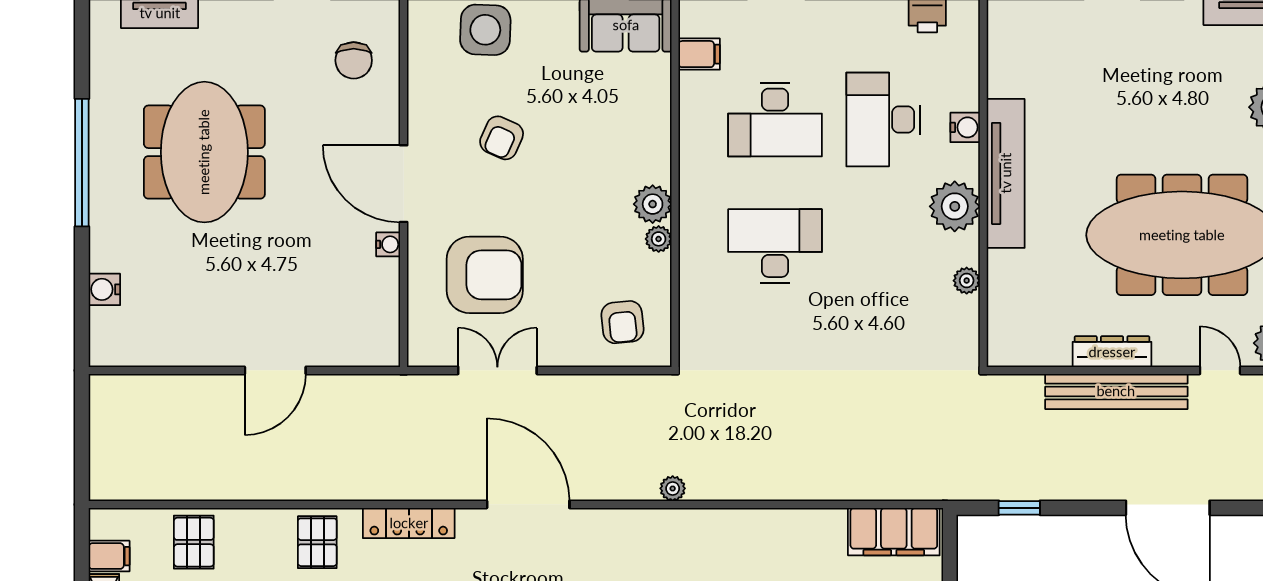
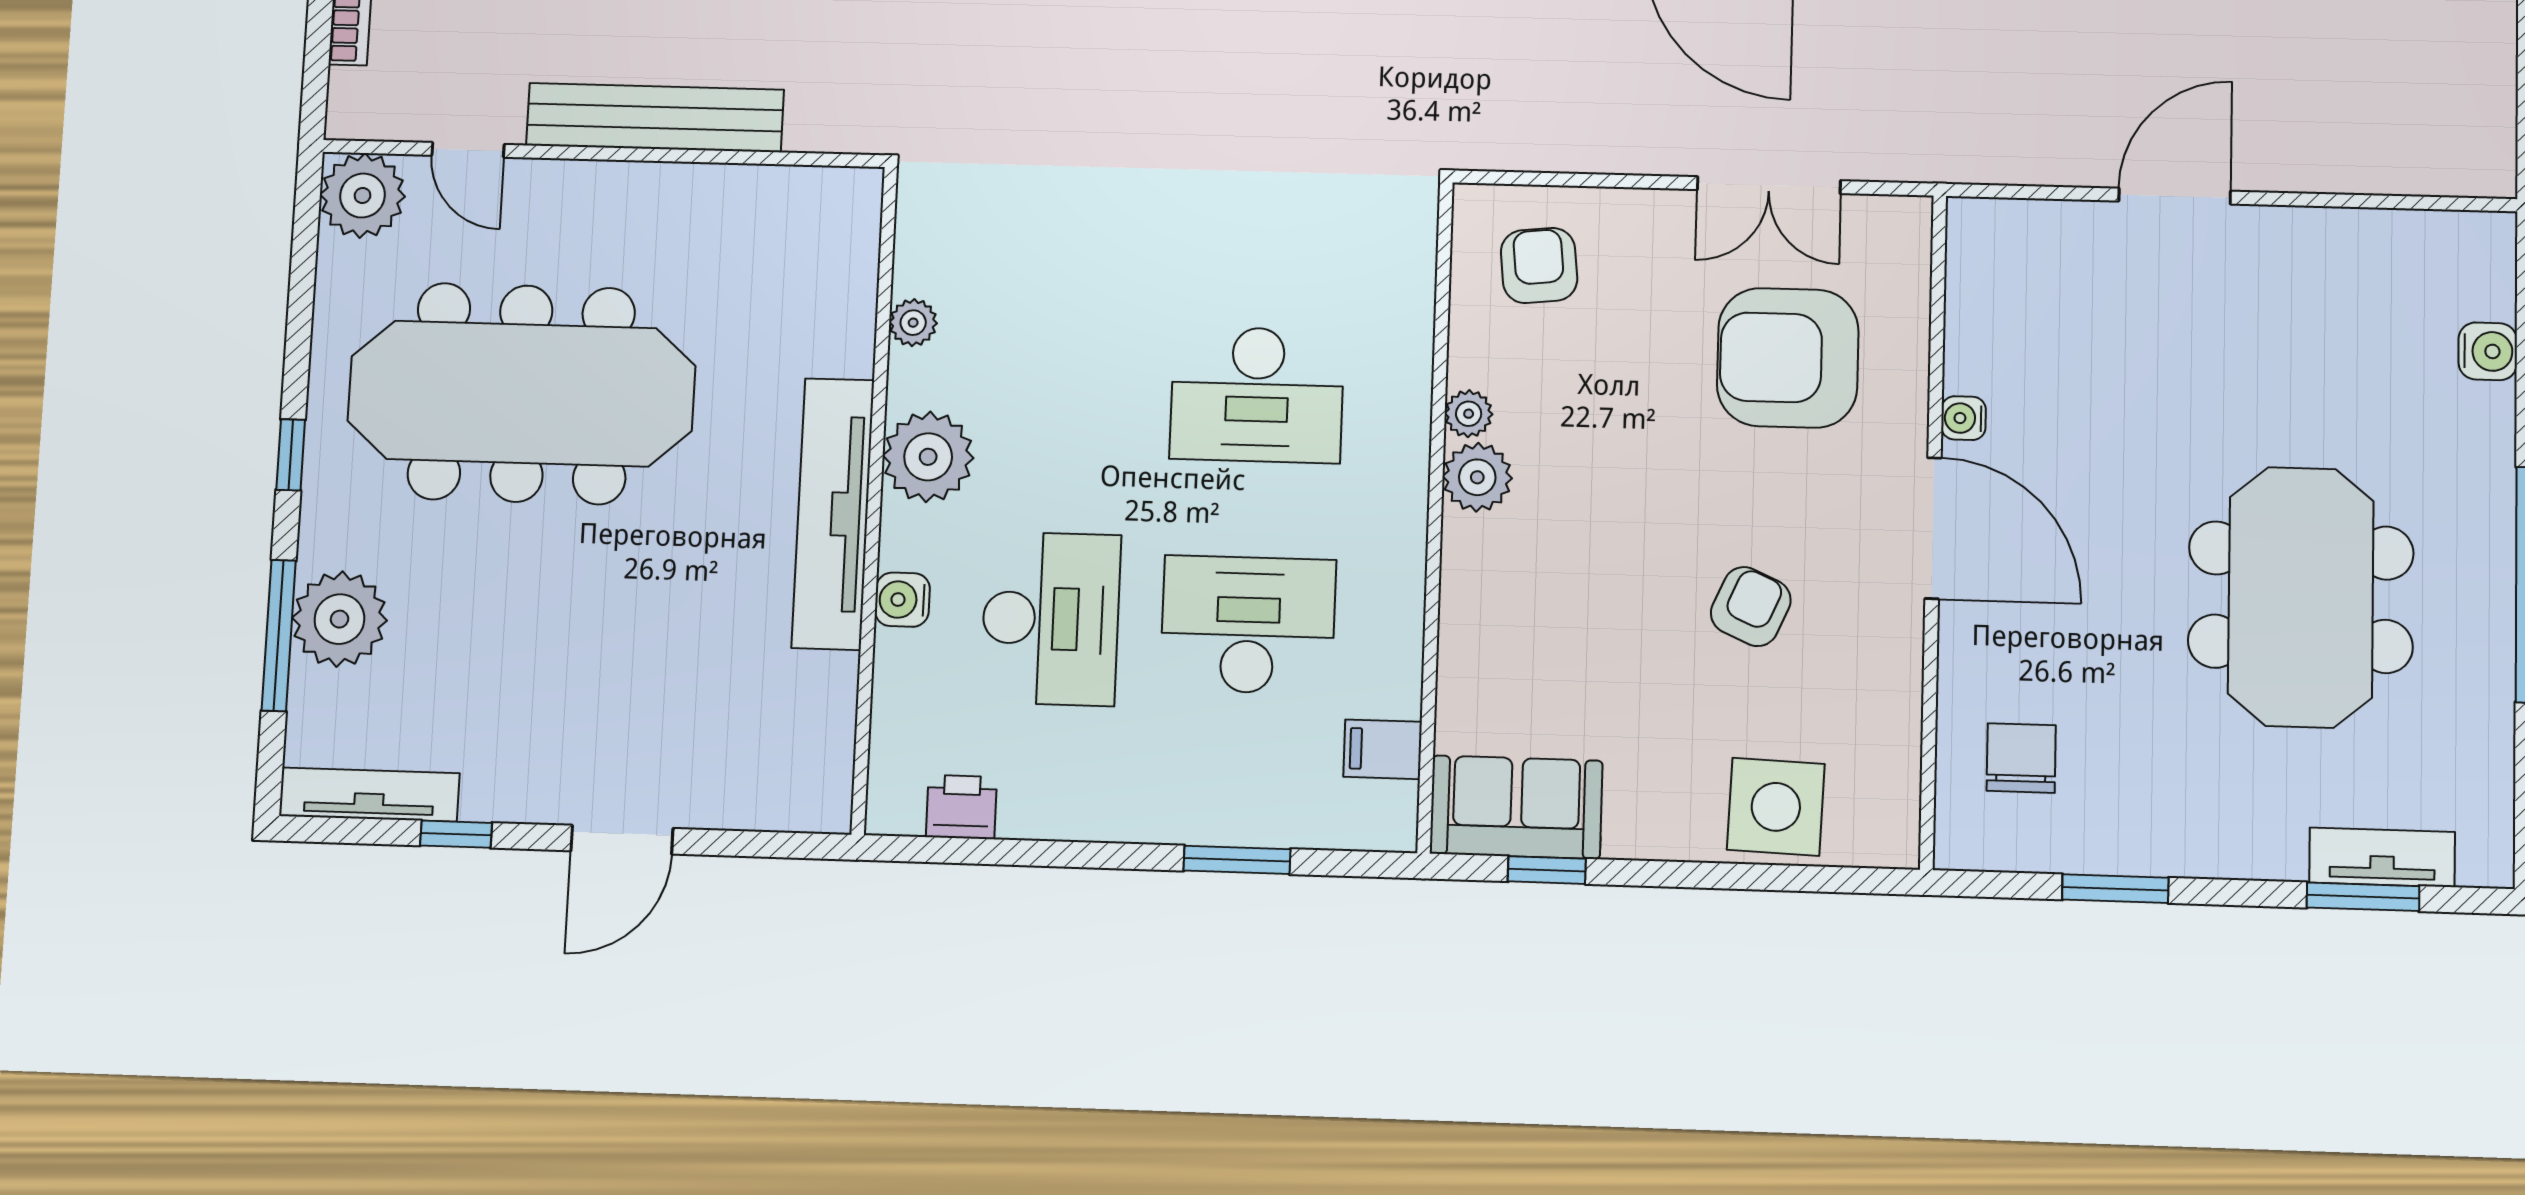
dresser: (1112, 352) -> (659, 188), removed

